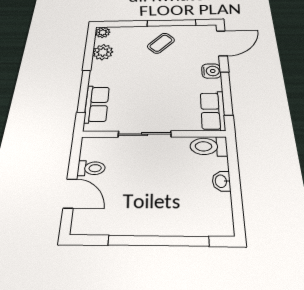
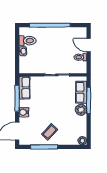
plant: (103, 52) -> (81, 110), moved
toilet: (209, 146) -> (27, 41), moved

